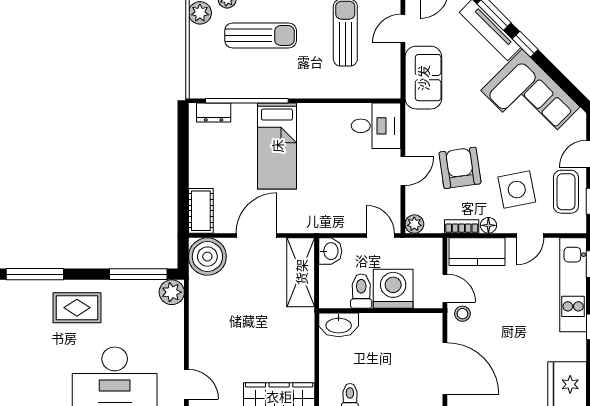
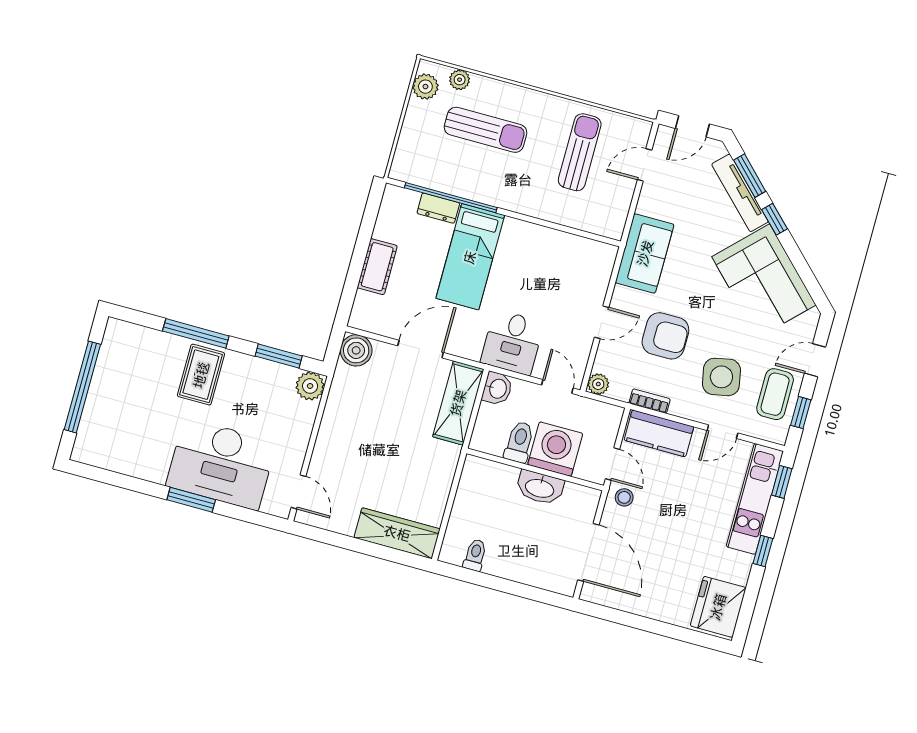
sofa: (423, 78) -> (645, 253), moved
dresser: (214, 112) -> (438, 208), moved
desk: (376, 126) -> (512, 342), moved, turned 90
armchair: (460, 168) -> (665, 336), turned 98
cot: (201, 211) -> (377, 267), moved
floor lamp: (488, 225) -> (679, 408), removed
boiler: (207, 257) -> (356, 350), width x0.73, depth x0.73
window: (35, 274) -> (196, 333), moved
window: (138, 274) -> (279, 356), width x0.69
rug: (77, 308) -> (201, 375), turned 90
washbasin: (339, 325) -> (540, 488), moved

